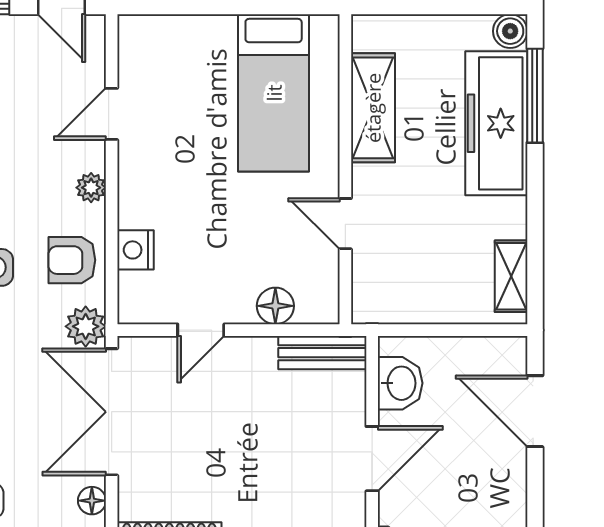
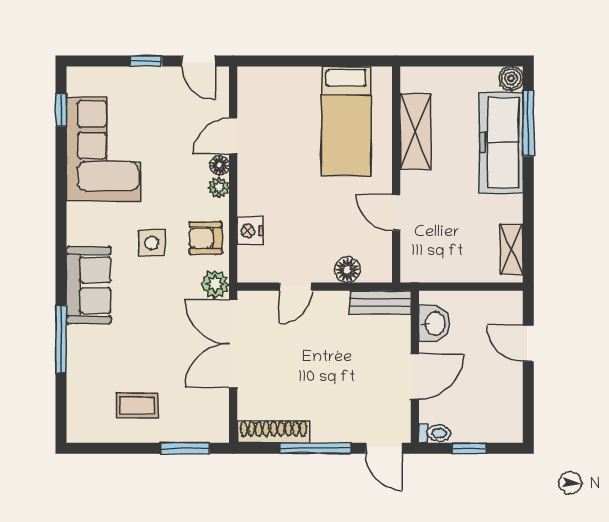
door: (535, 411) -> (528, 343), width x0.73
floor lamp: (92, 501) -> (220, 165), moved

